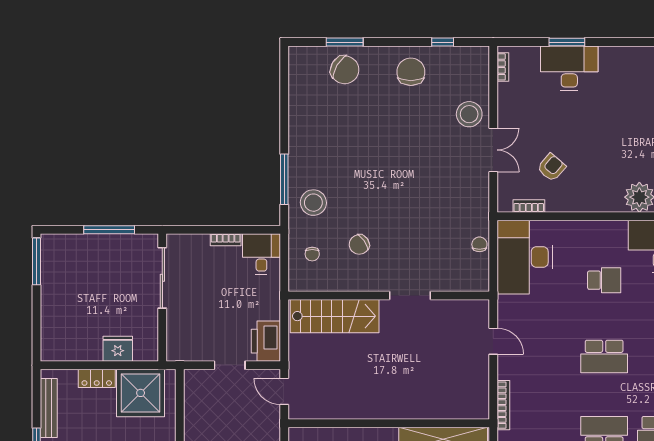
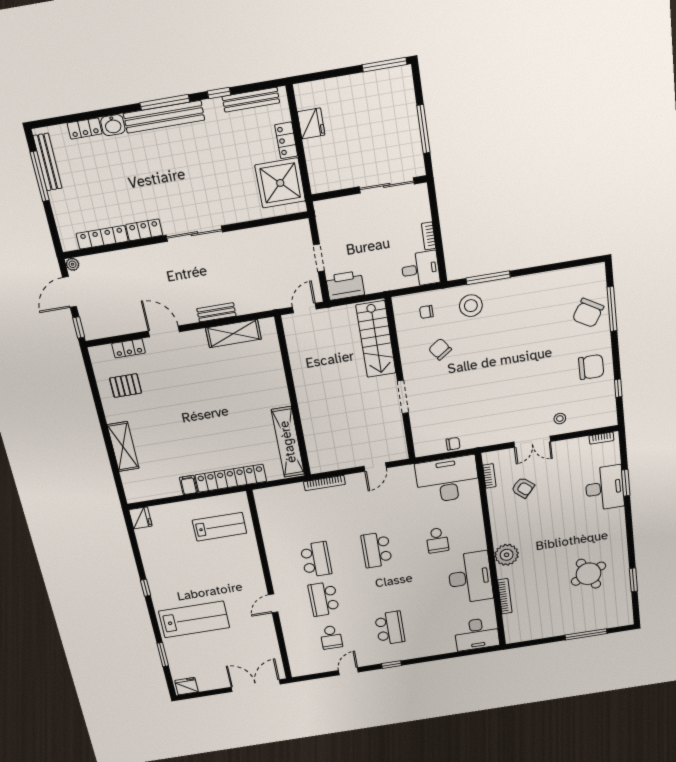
window: (345, 42) -> (612, 309), width x1.44
stool: (469, 114) -> (560, 419), width x0.53, depth x0.53
fridge: (118, 349) -> (311, 123), moved

